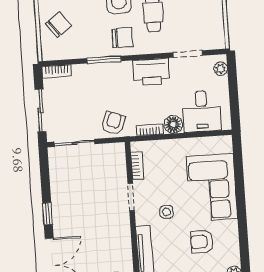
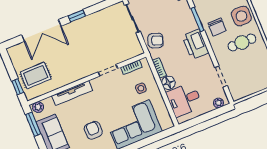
printer: (151, 72) -> (195, 44), moved
side table: (166, 212) -> (141, 88), moved

